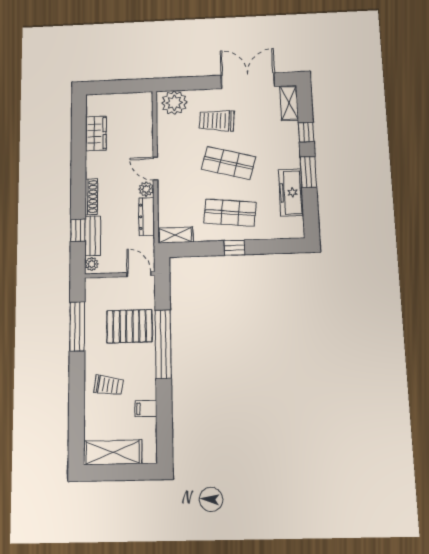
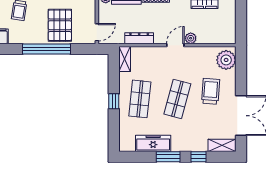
plant: (146, 189) -> (191, 38), moved

